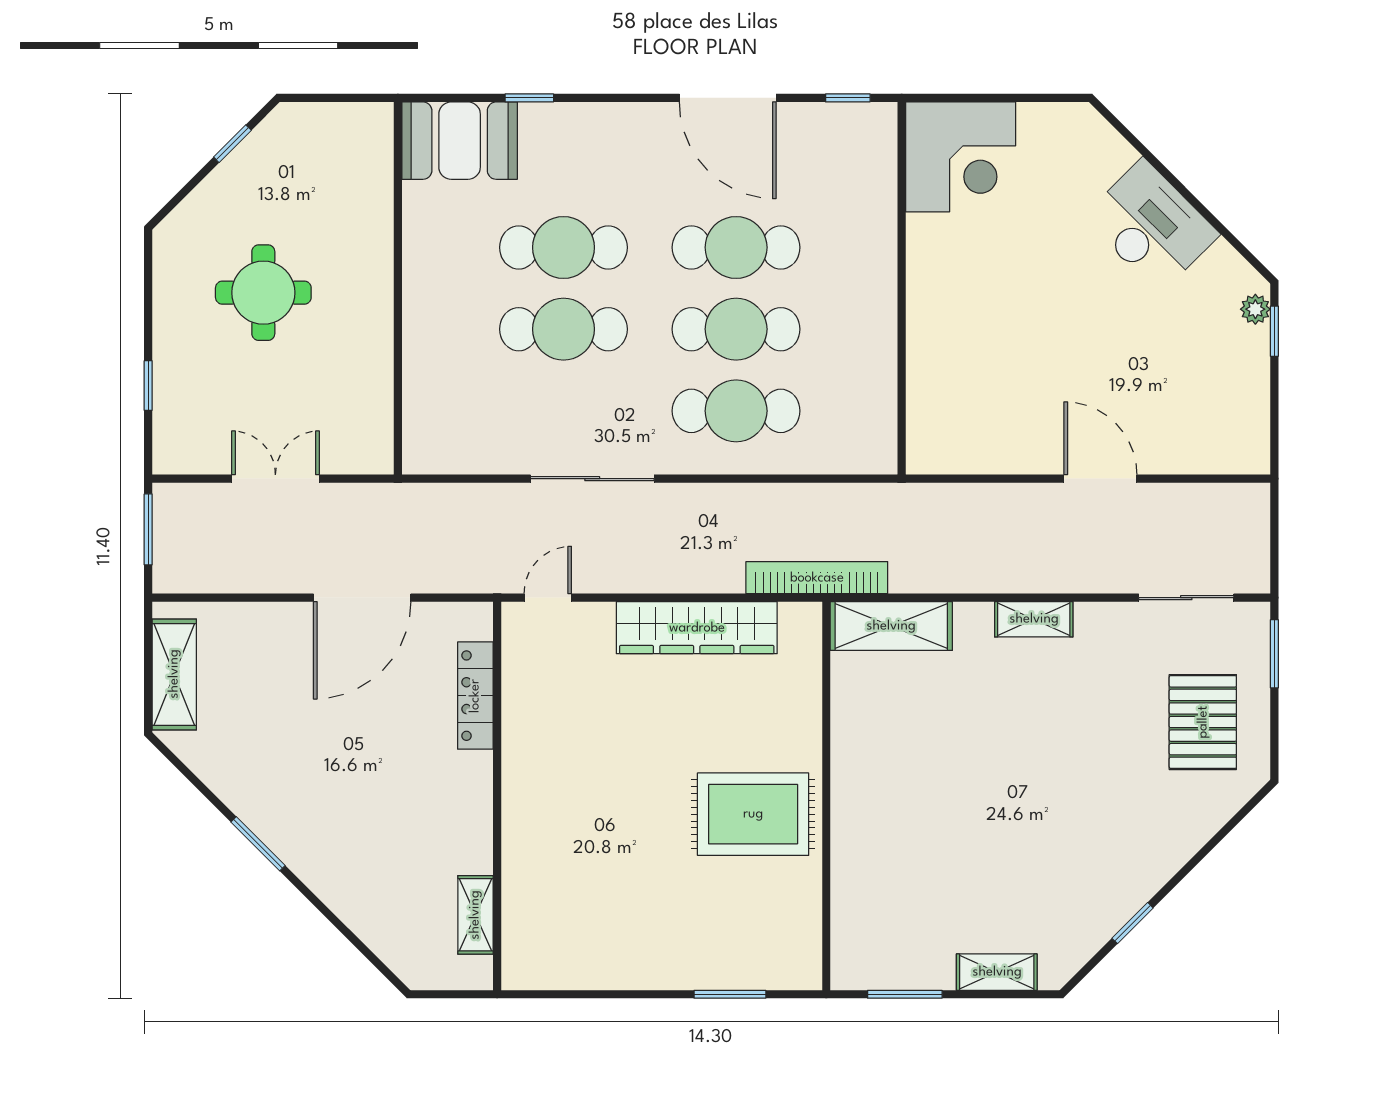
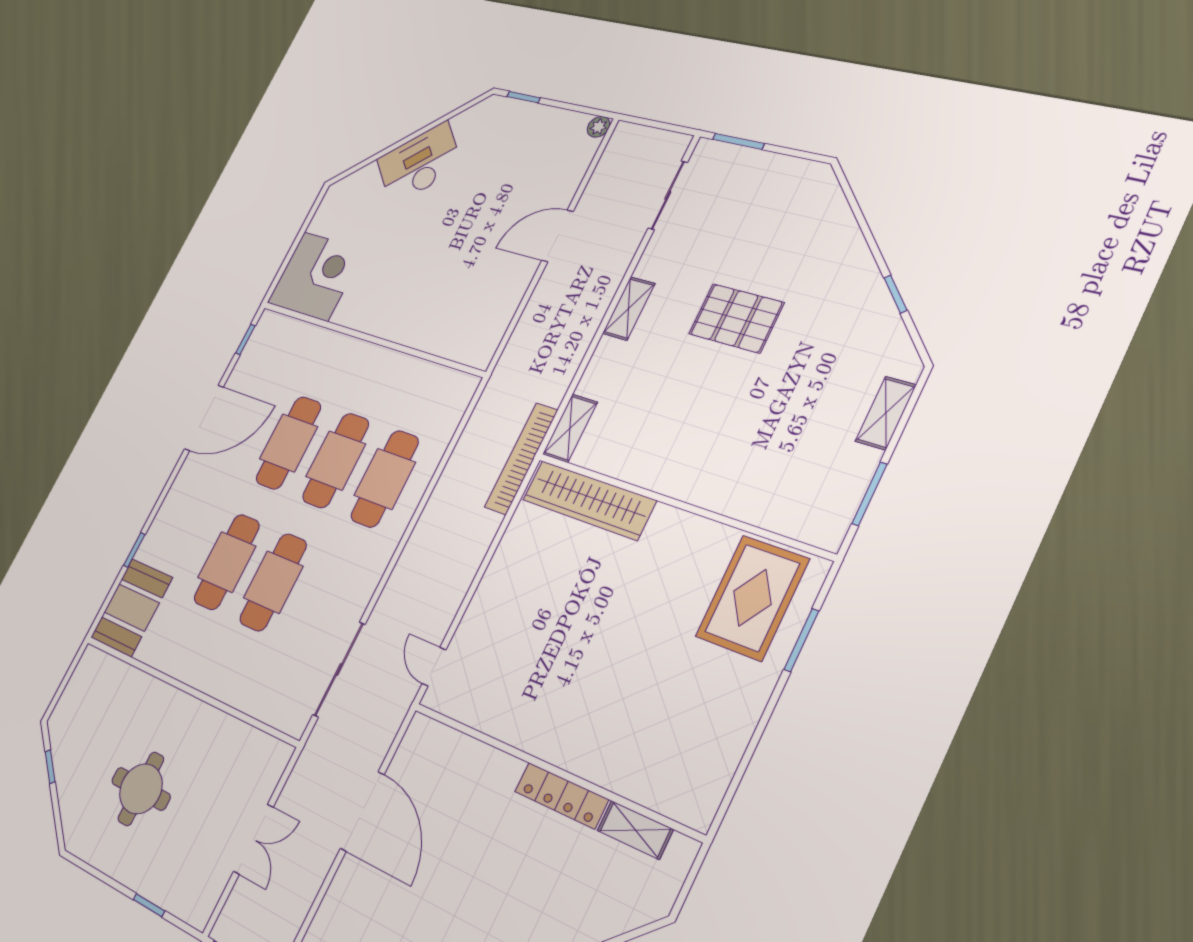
plant: (1255, 309) -> (599, 127), moved
double door: (275, 479) -> (253, 839), swing flipped
sliding door: (592, 479) -> (339, 669), moved
shelving: (891, 626) -> (570, 428), width x0.67, depth x0.75
wardrobe: (697, 628) -> (589, 500), moved, turned 90
locker: (475, 696) -> (561, 795), moved
pallet: (1203, 722) -> (736, 318), moved
rug: (753, 814) -> (752, 598), moved

